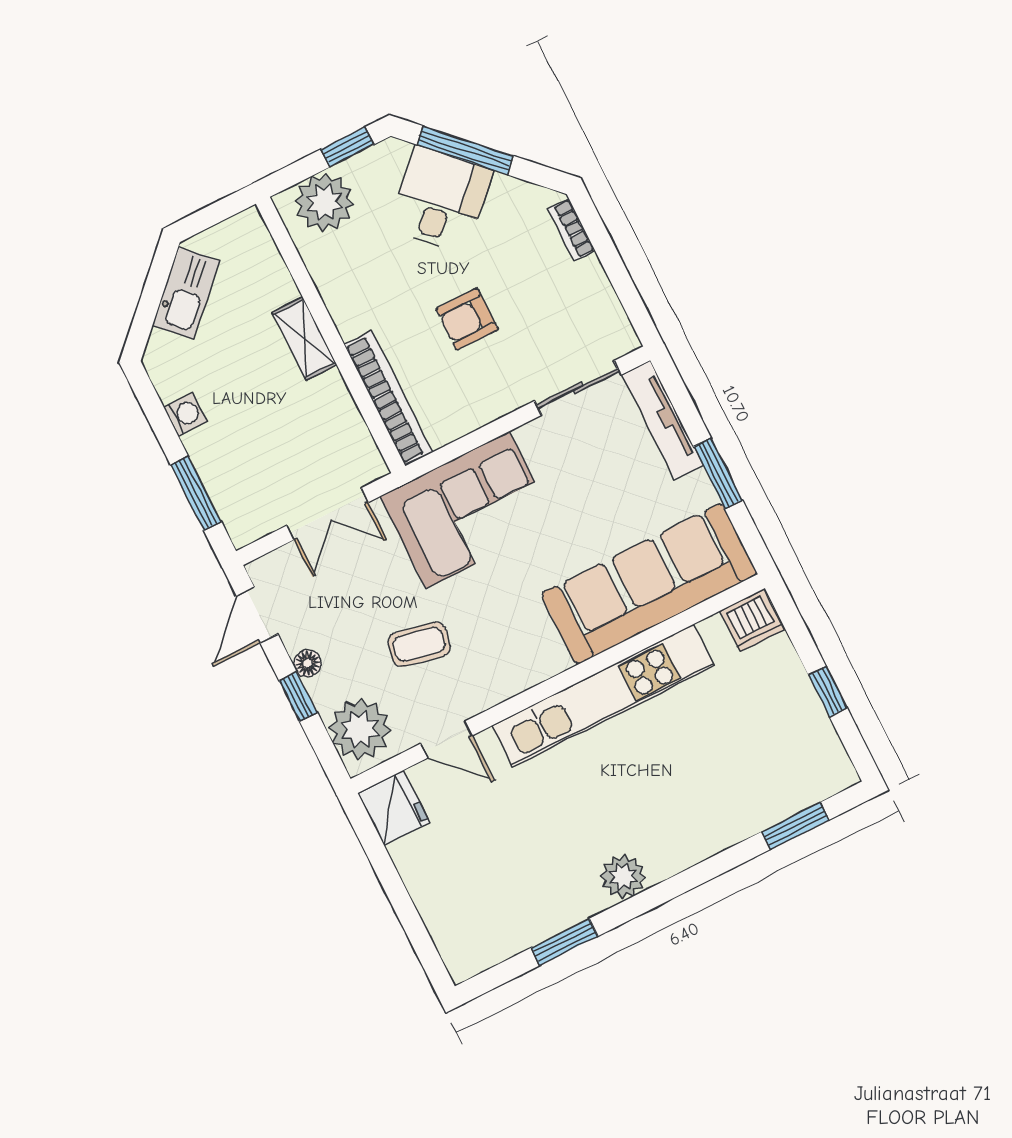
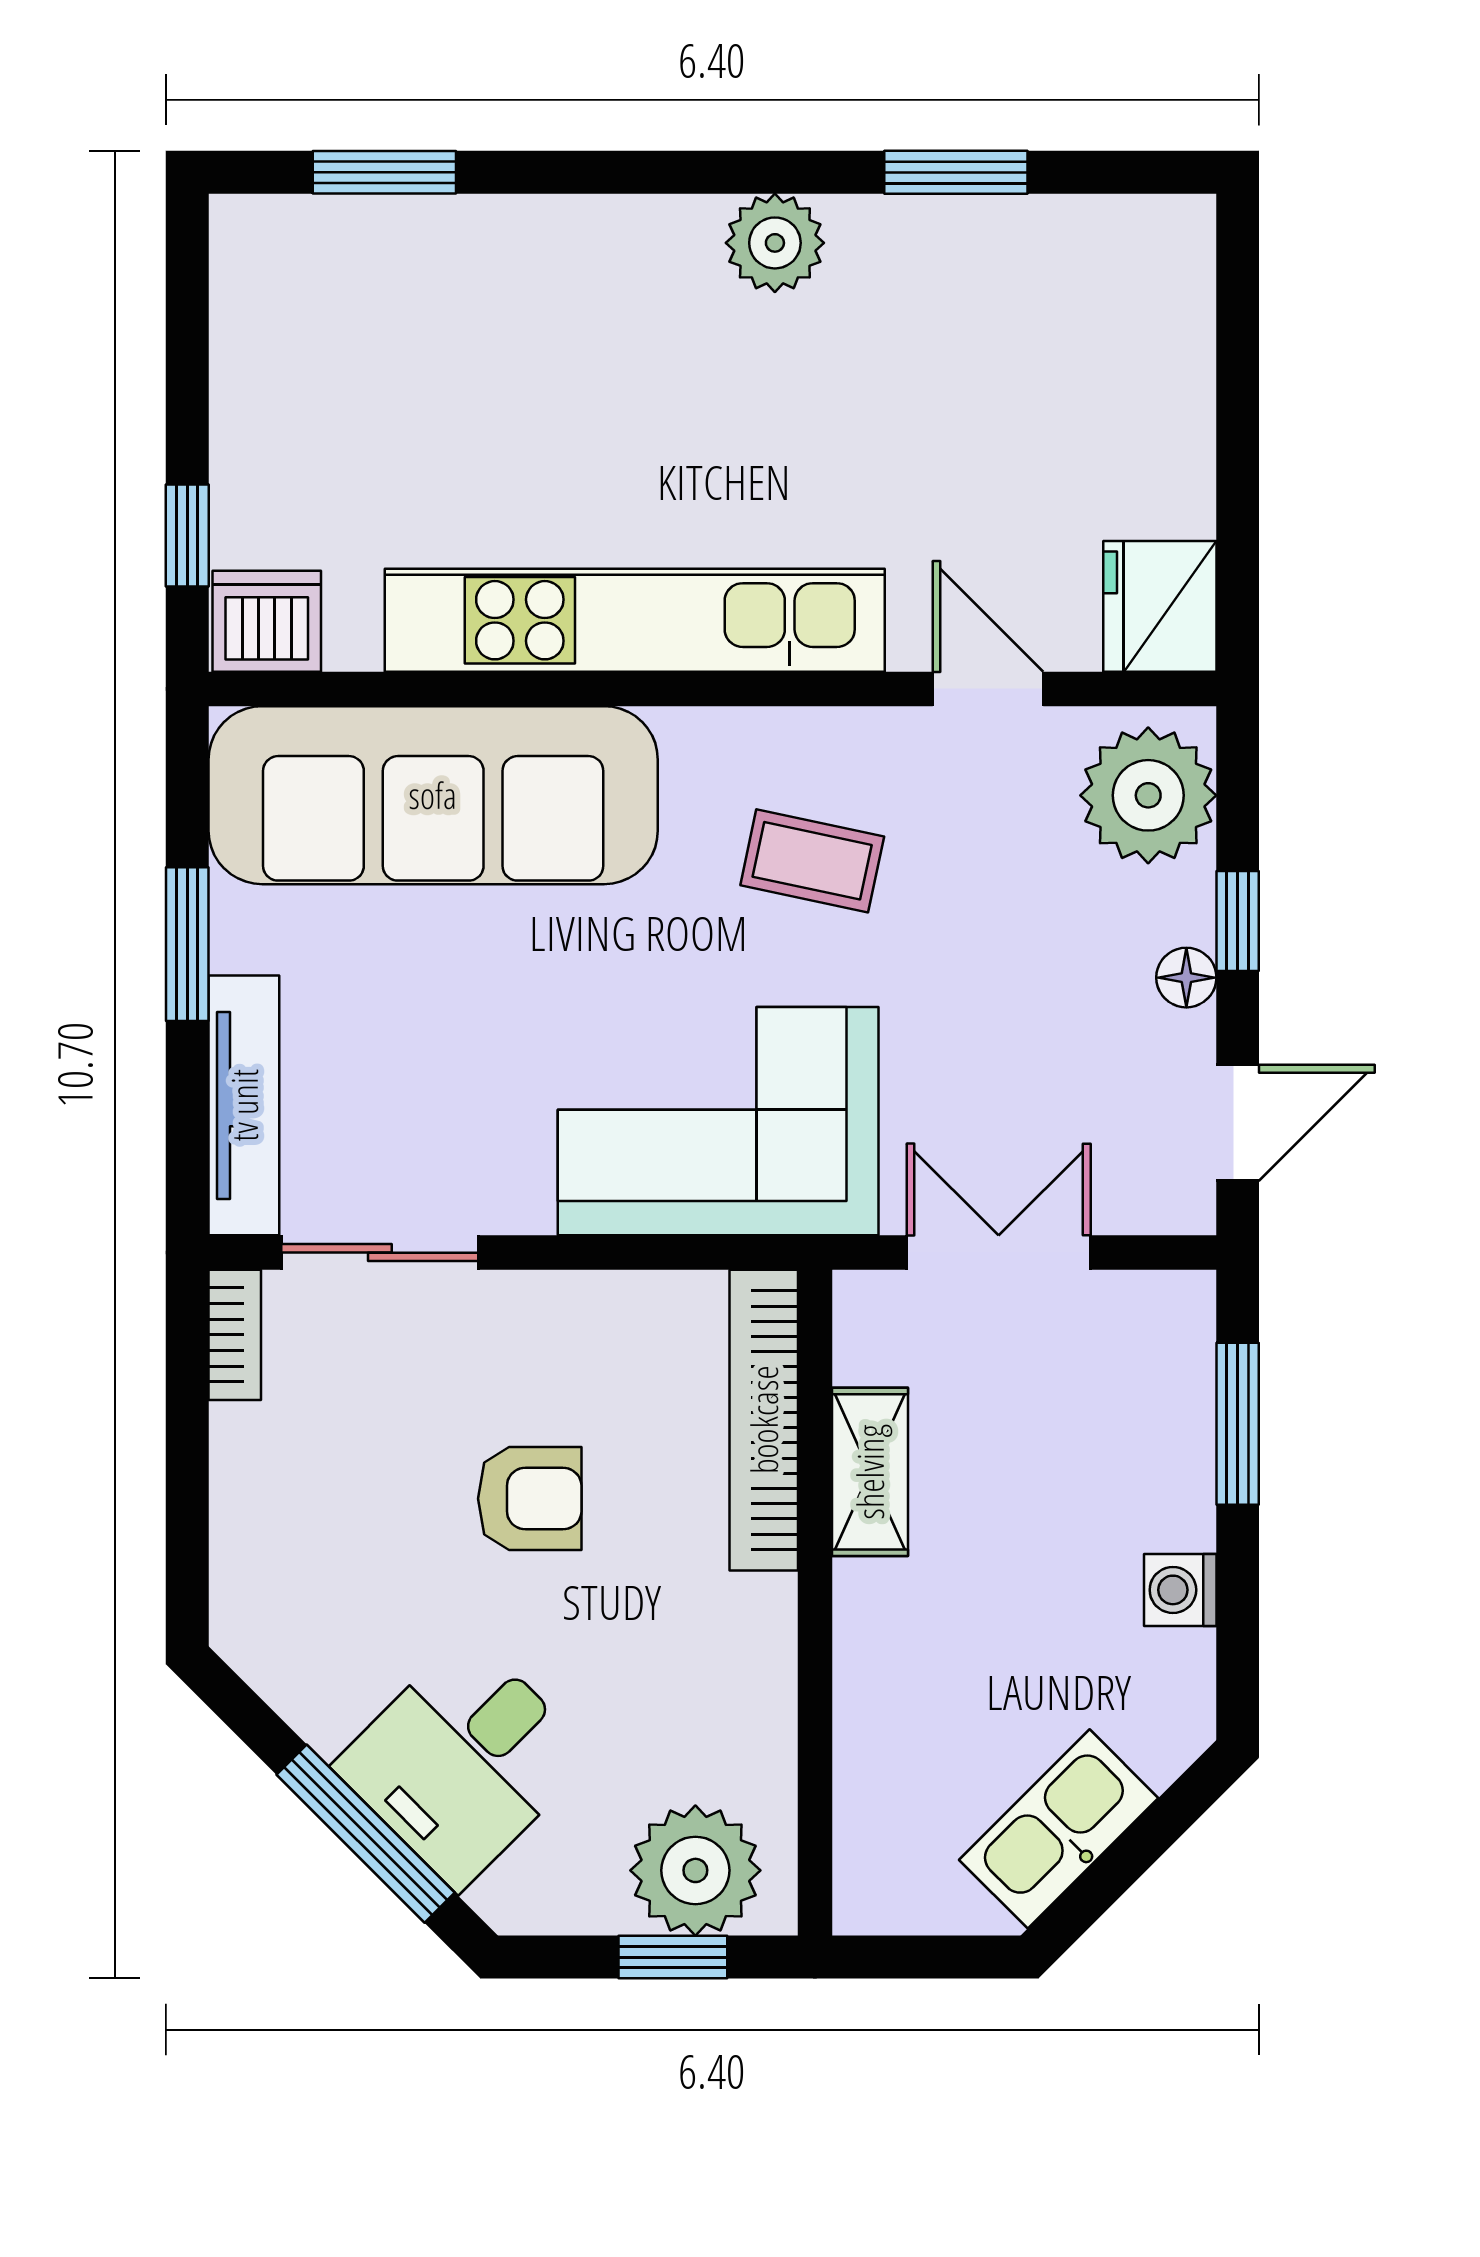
window: (348, 147) -> (673, 1957), moved
bookcase: (572, 230) -> (235, 1335), moved
shelving: (304, 339) -> (870, 1472), moved
coffee table: (419, 644) -> (812, 861), moved
window: (828, 691) -> (187, 535), moved

